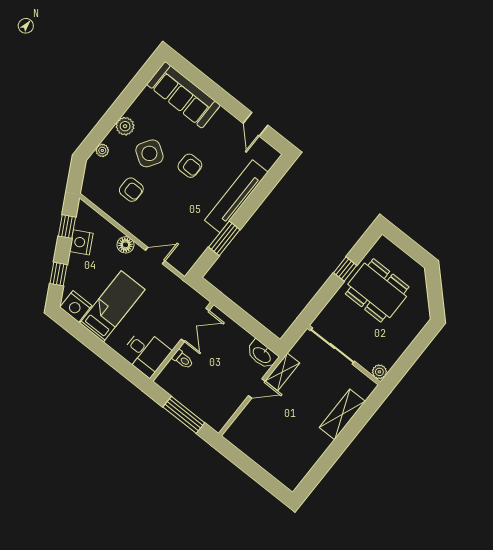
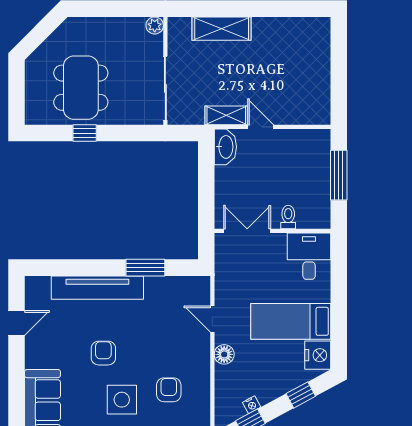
side table: (149, 153) -> (122, 400), turned -33
nightstand: (81, 242) -> (252, 405), width x0.53, depth x0.56

